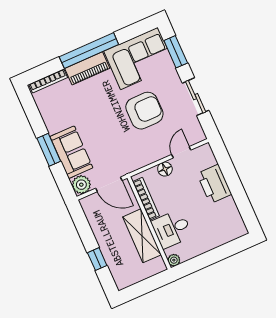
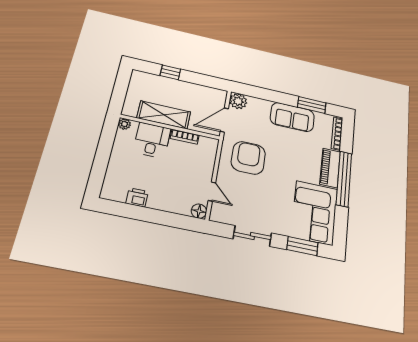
armchair: (144, 111) -> (248, 158), moved, turned 180
window: (49, 150) -> (312, 105), moved
sofa: (71, 152) -> (292, 117), moved
floor lamp: (165, 169) -> (199, 211), moved
printer: (214, 184) -> (137, 197), moved, width x0.53, depth x0.68
bookcase: (146, 199) -> (185, 137), width x0.64

